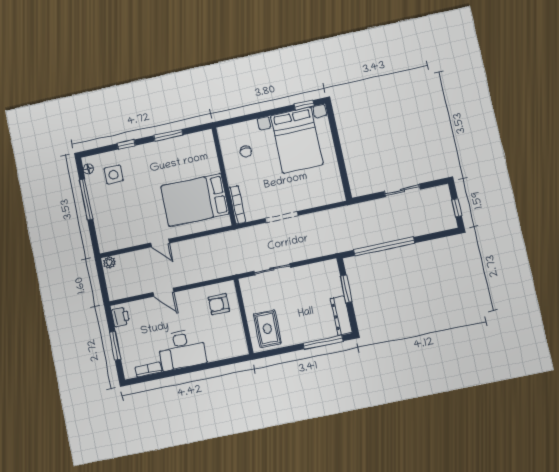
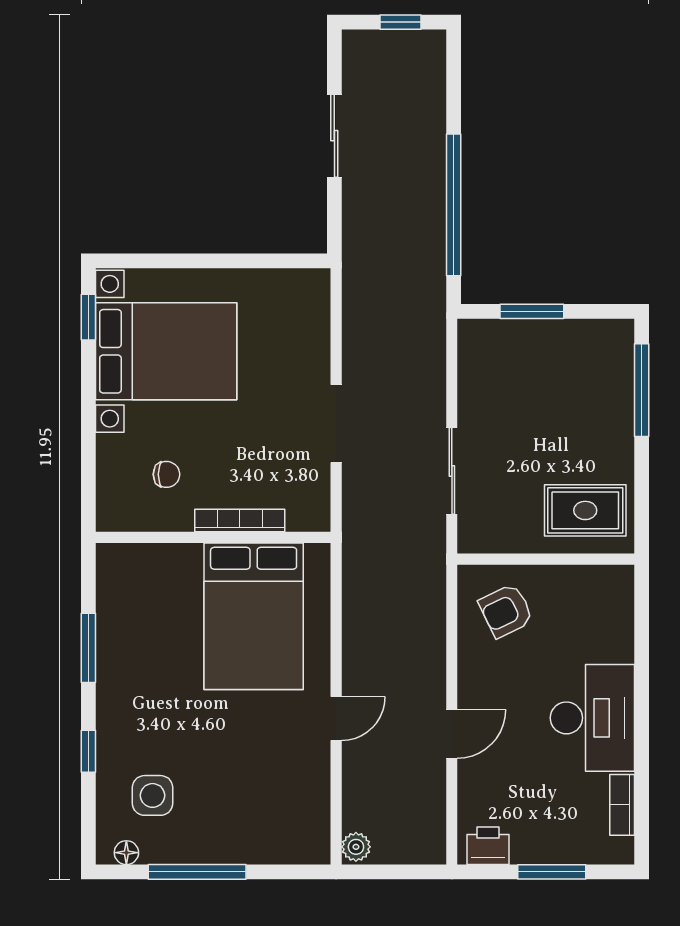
bookcase: (237, 205) -> (240, 521), moved
armchair: (219, 304) -> (506, 611), turned 64
dresser: (341, 316) -> (590, 336), removed

